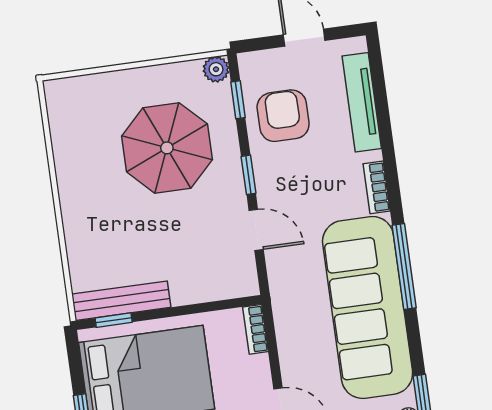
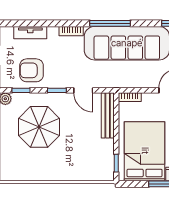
tv unit: (362, 102) -> (30, 33), width x0.71
door: (256, 230) -> (83, 90), swing flipped
bench: (121, 301) -> (108, 115), moved

